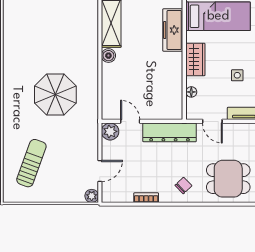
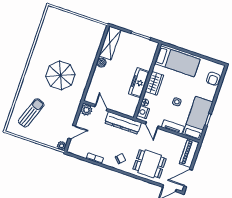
freezer: (173, 30) -> (139, 83), moved
nightstand: (194, 107) -> (143, 112), added

